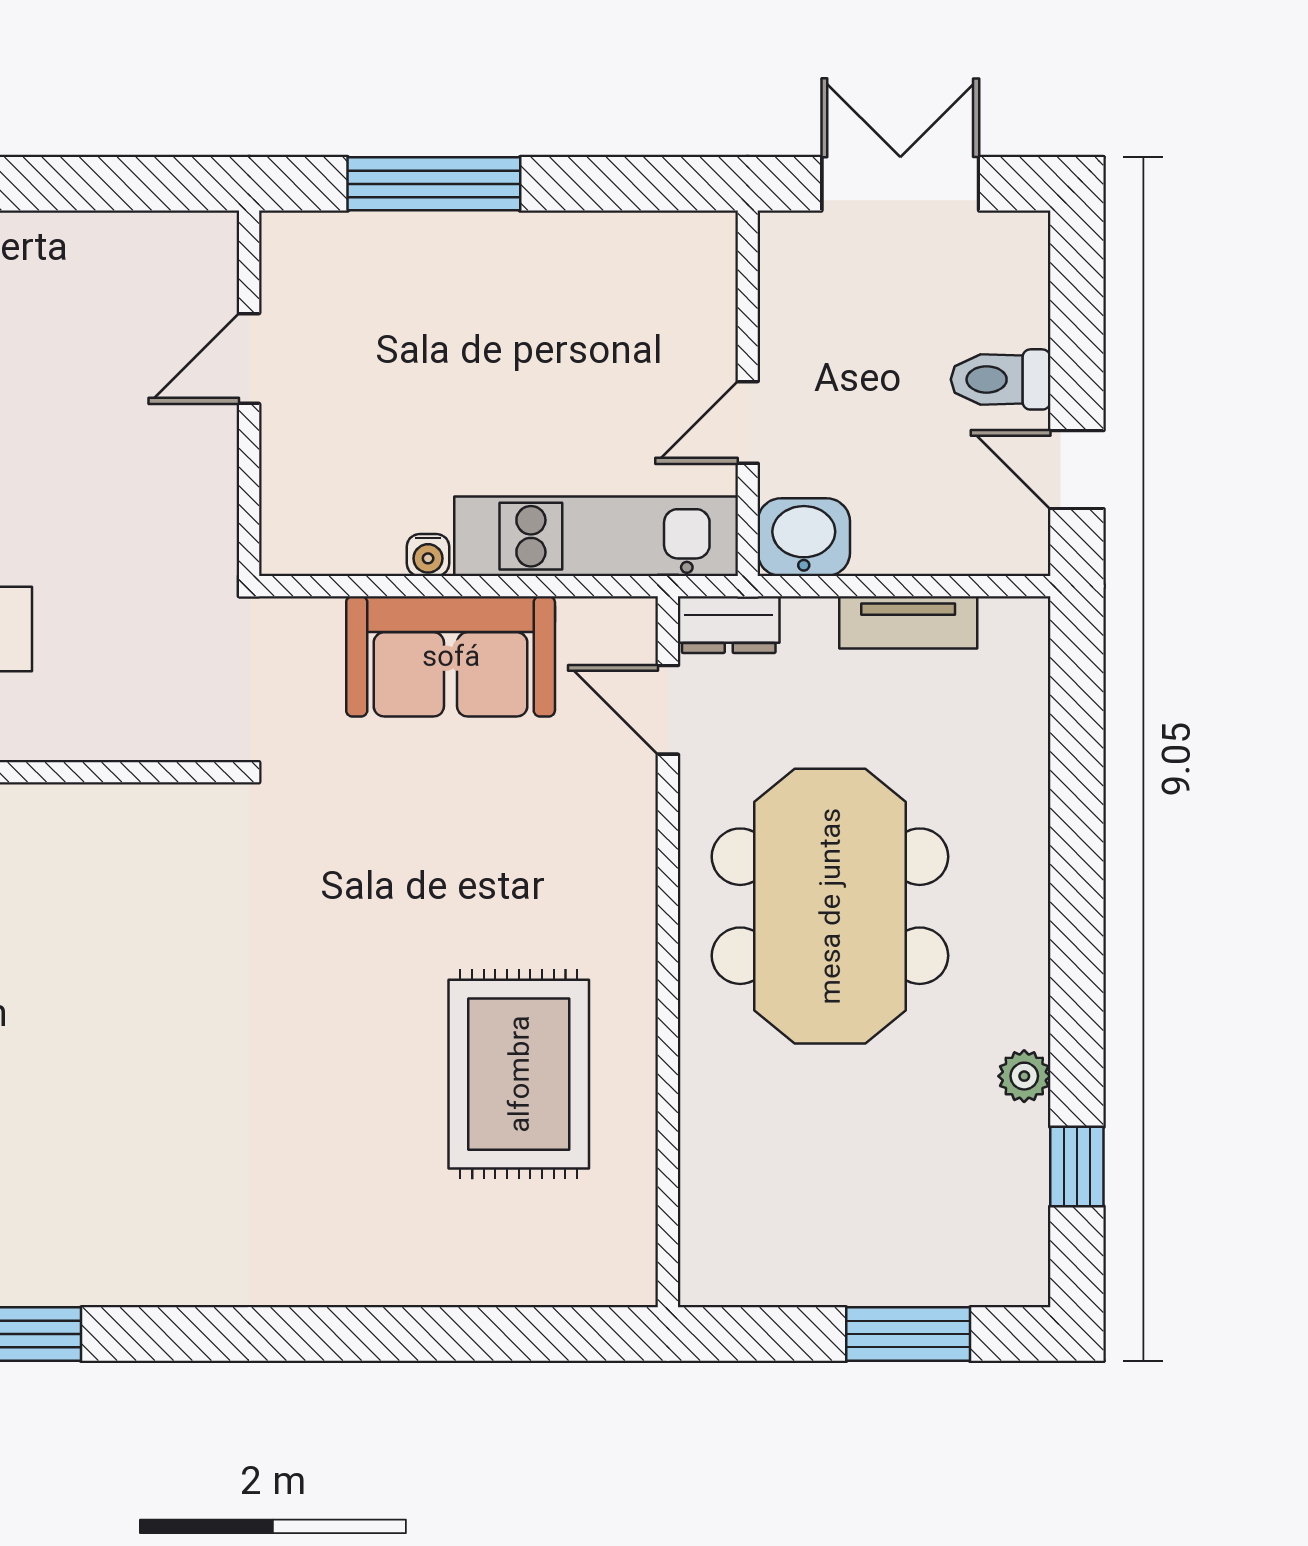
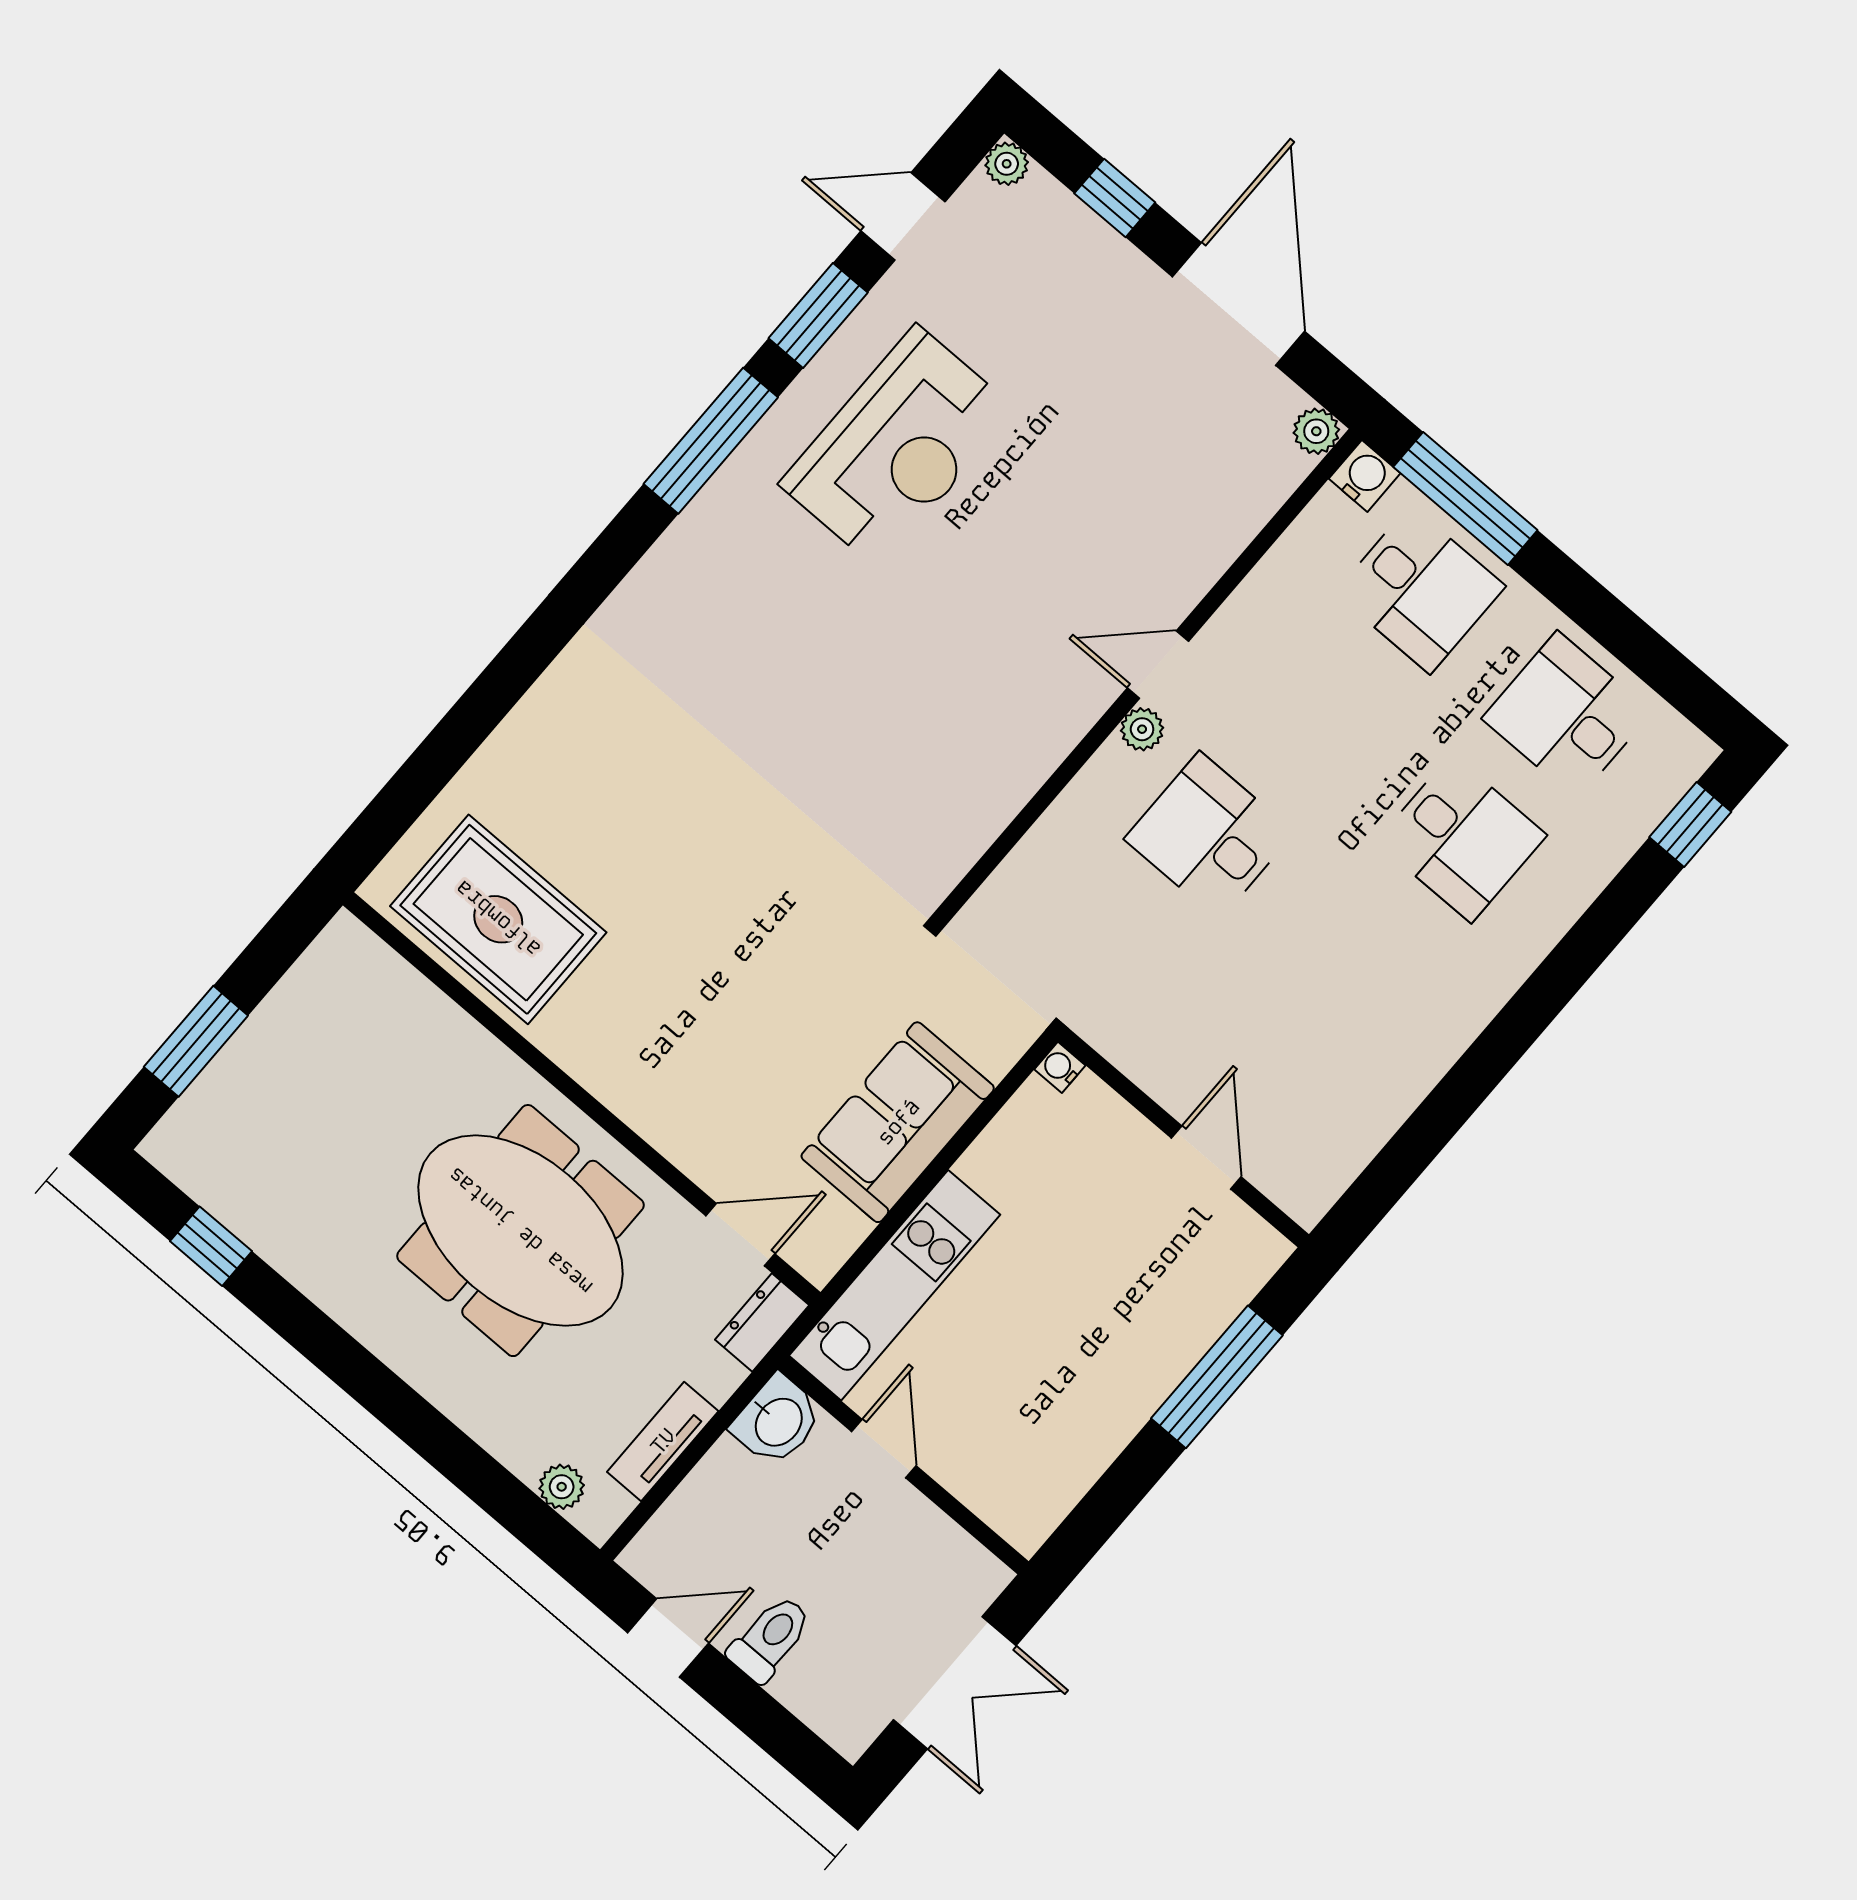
water cooler: (428, 555) -> (1060, 1067), moved
rug: (519, 1074) -> (498, 919), moved
plant: (1024, 1076) -> (562, 1487), moved

